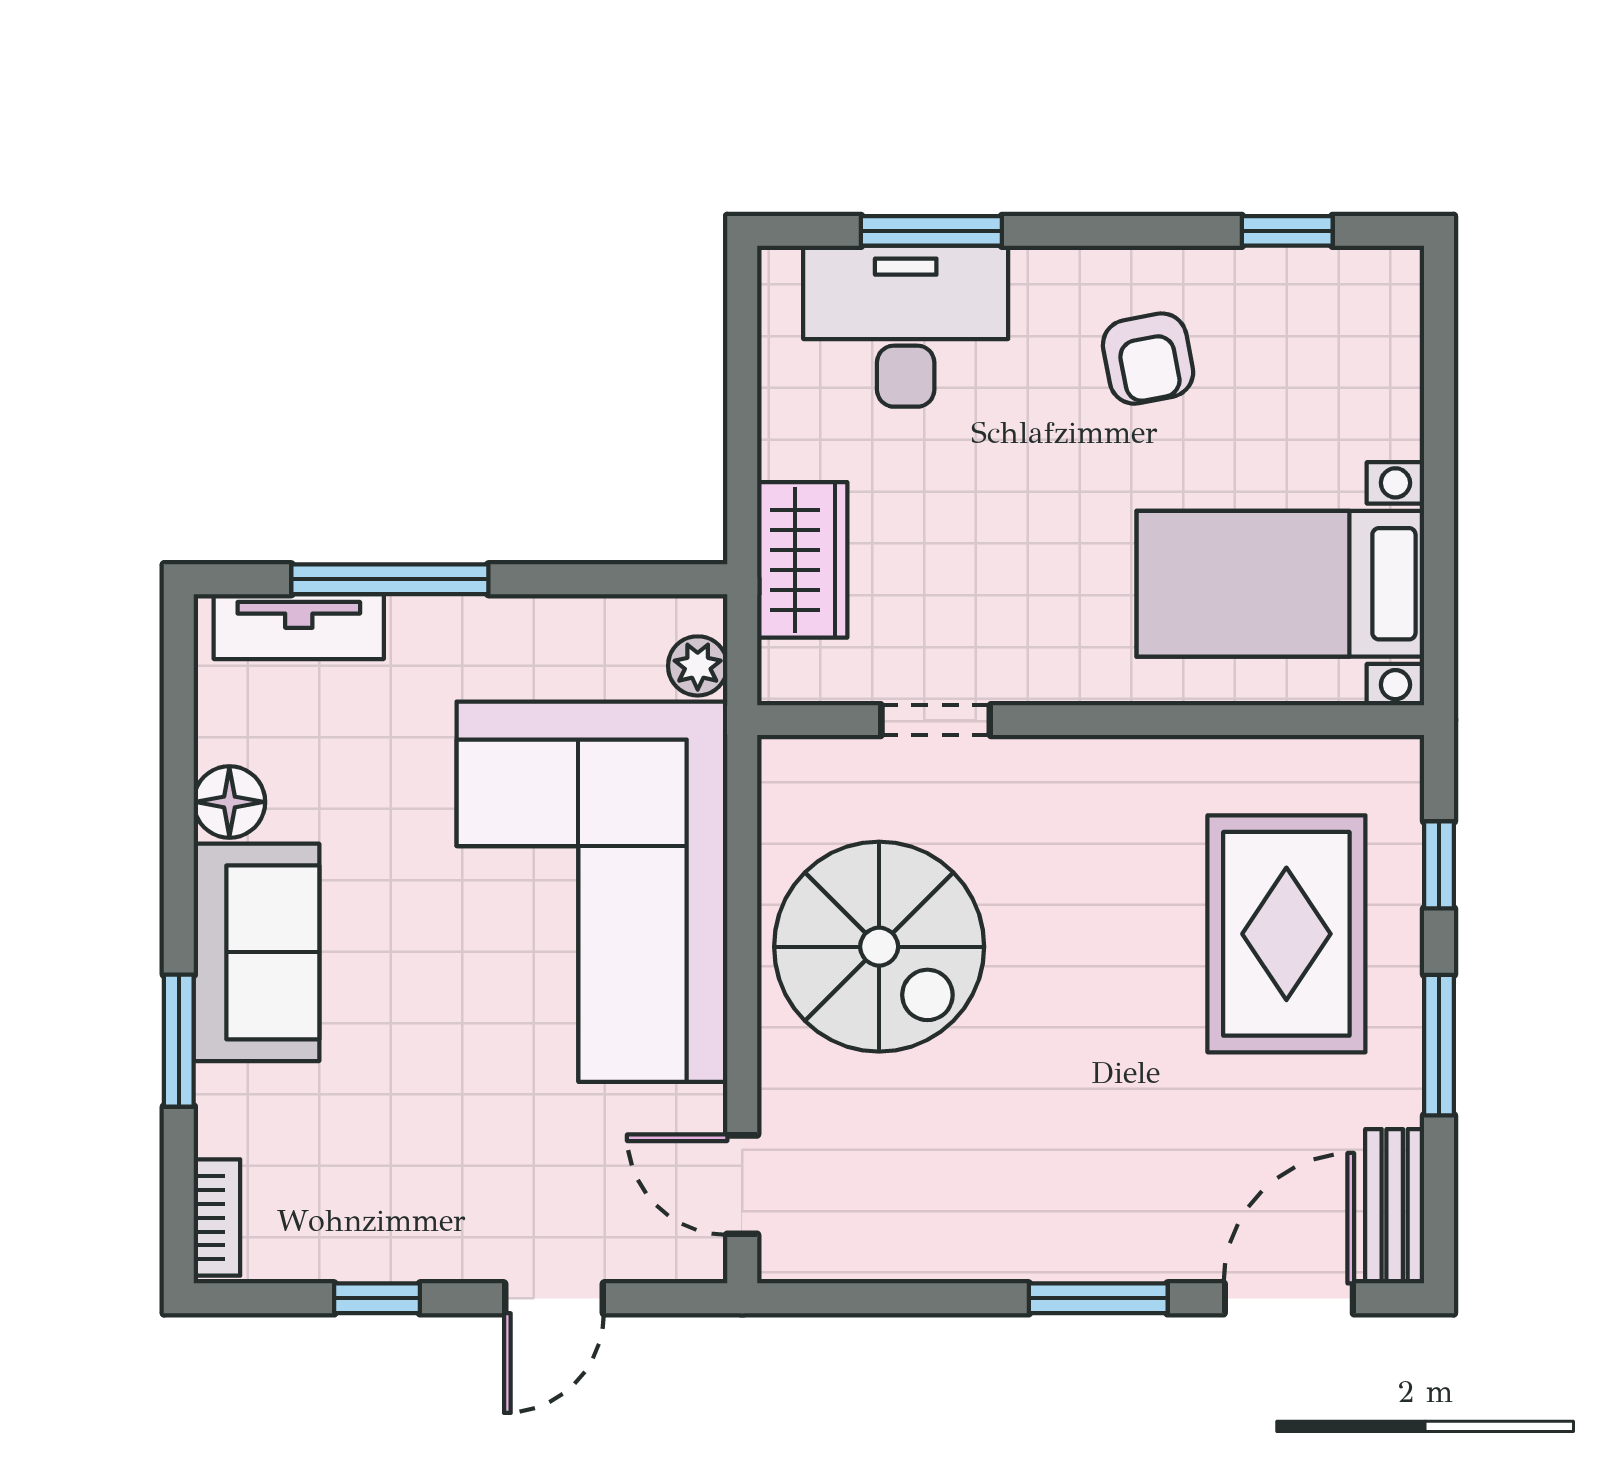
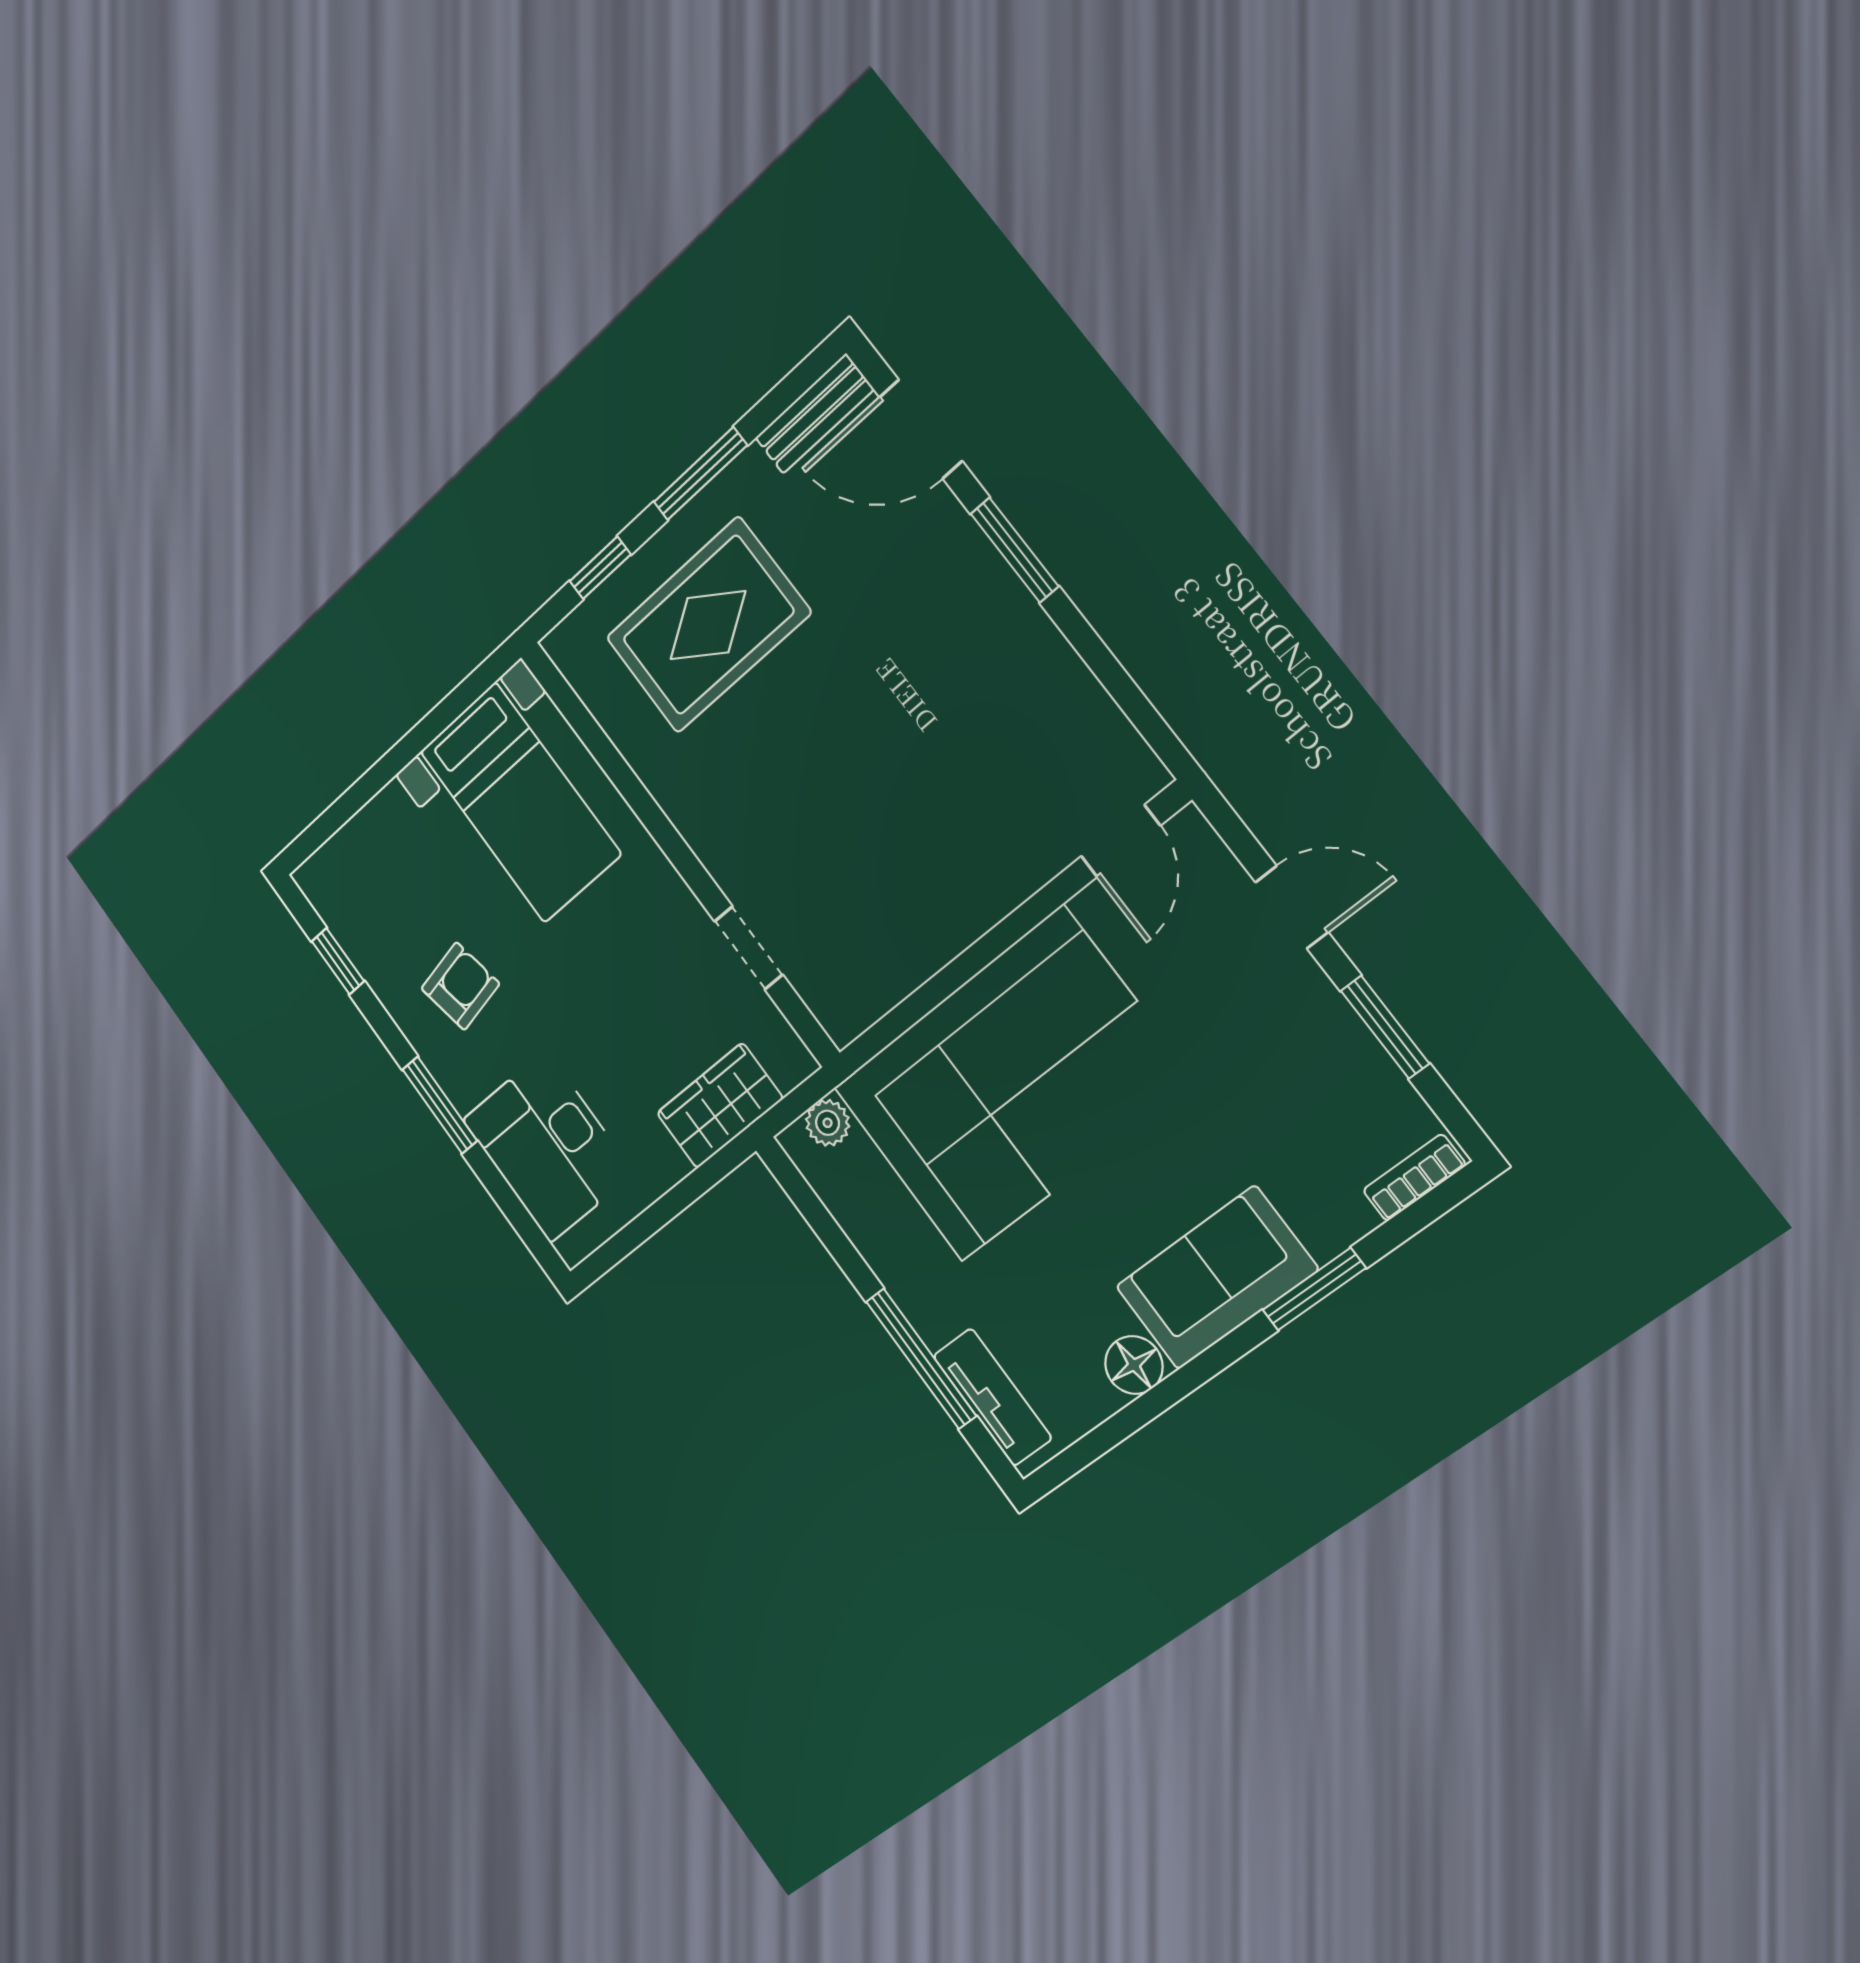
window: (931, 231) -> (440, 1105), moved
spiral stairs: (879, 947) -> (906, 873), removed
window: (377, 1298) -> (1385, 1027), width x1.50

